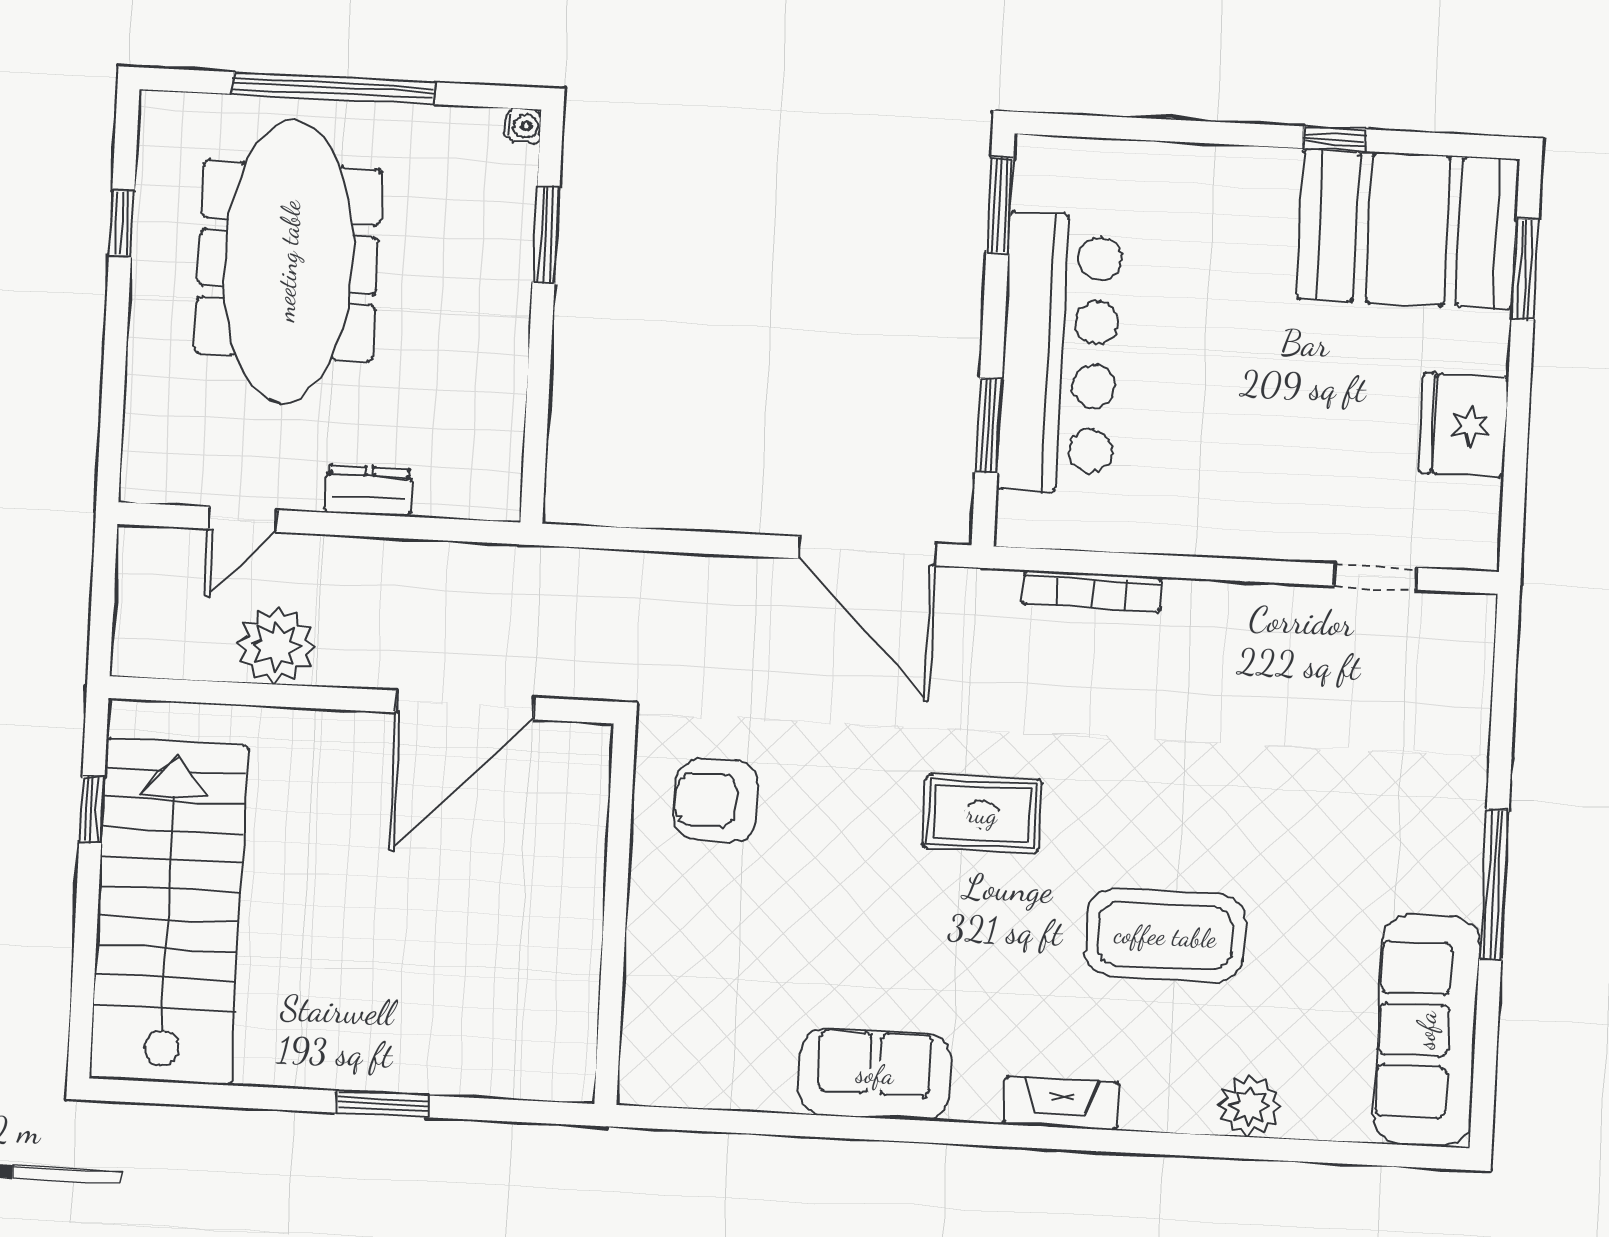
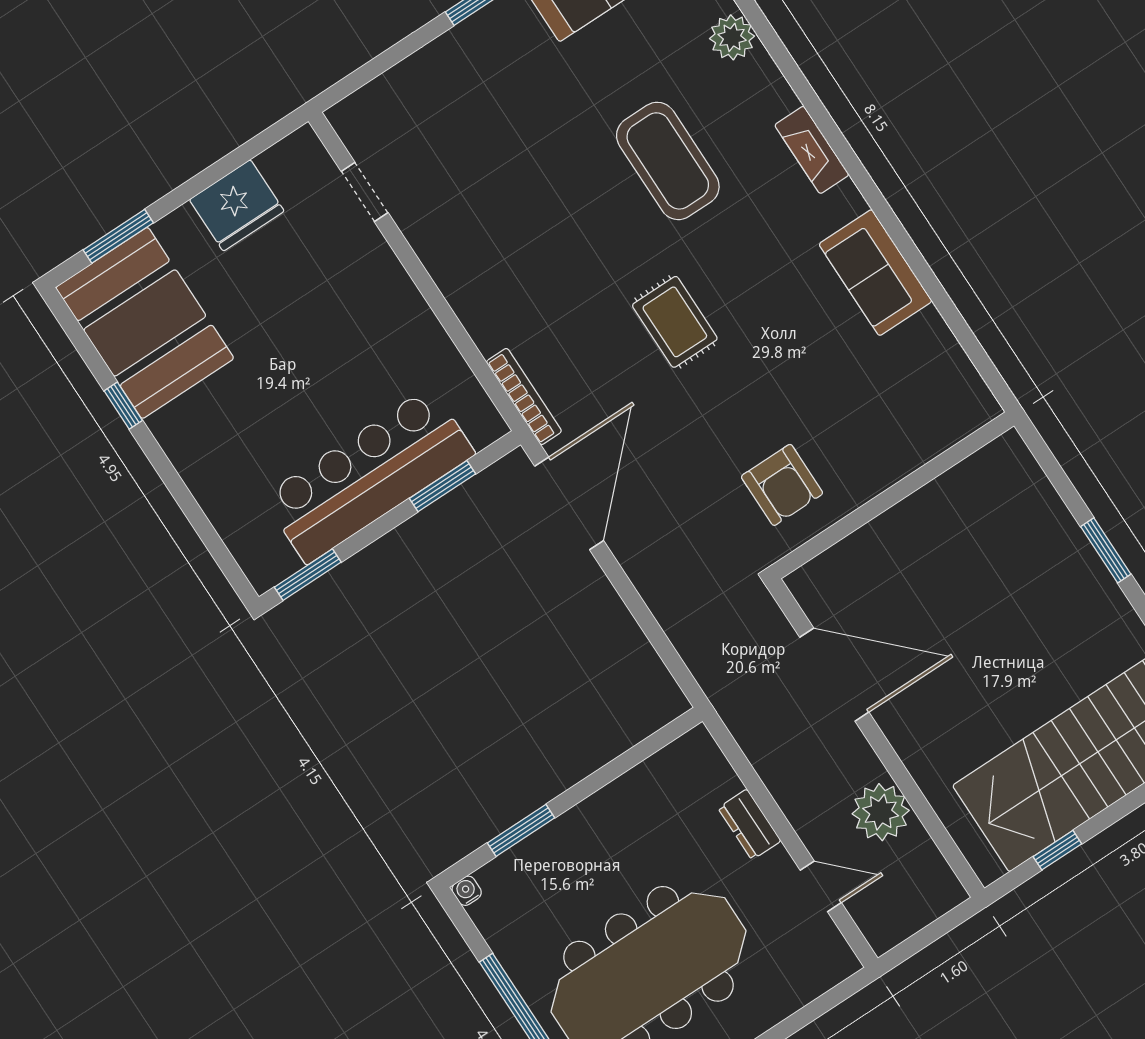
bookcase: (1092, 591) -> (524, 397), moved

